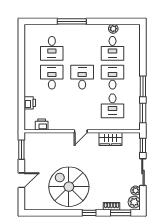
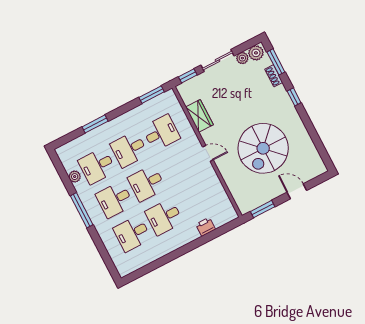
window: (72, 21) -> (82, 210), moved
desk: (52, 48) -> (132, 234), turned 180
desk: (82, 48) -> (115, 200), added
desk: (112, 48) -> (97, 166), turned 180
window: (143, 86) -> (95, 124), moved
printer: (42, 125) -> (223, 201), removed
spiral stairs: (69, 187) -> (263, 148), moved

